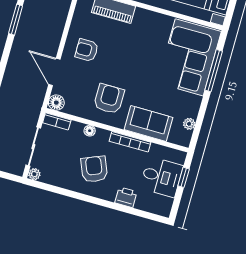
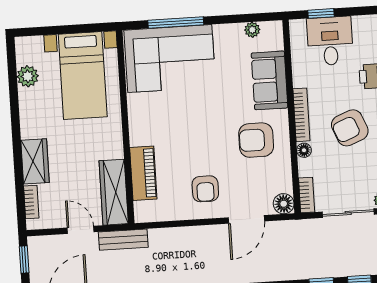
bookcase: (130, 142) -> (301, 115), moved

